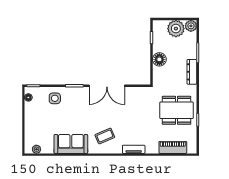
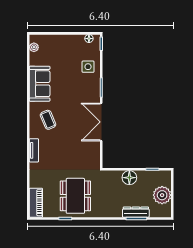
plant: (191, 26) -> (165, 211), removed
dresser: (192, 72) -> (136, 212), moved
piano: (173, 147) -> (36, 203), moved

